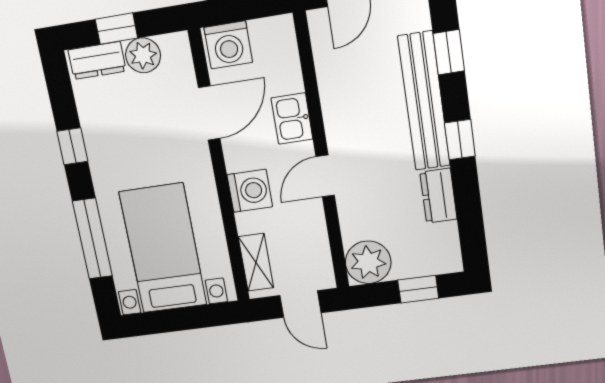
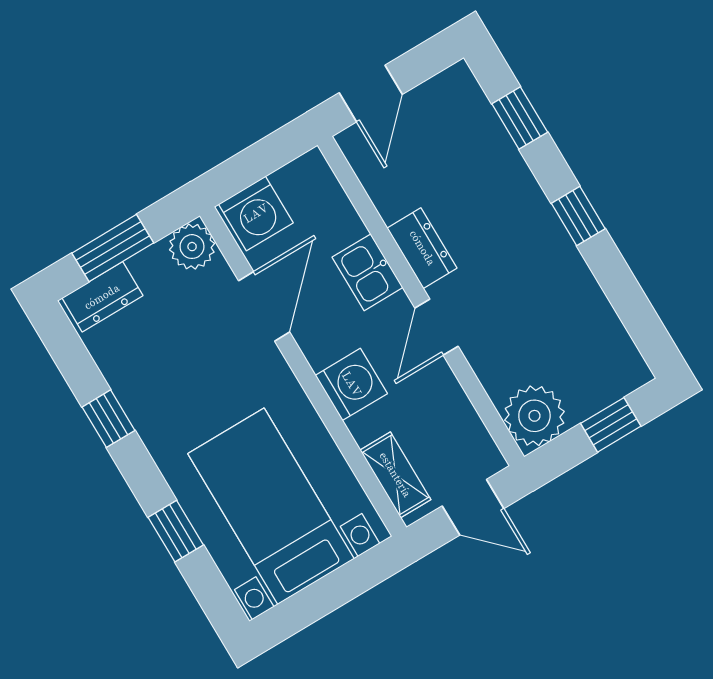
window: (116, 29) -> (113, 248), width x1.50
plant: (143, 55) -> (192, 247), moved
bench: (424, 101) -> (516, 187), removed
dresser: (438, 196) -> (422, 248), moved, turned 180
window: (92, 239) -> (176, 531), width x0.46

